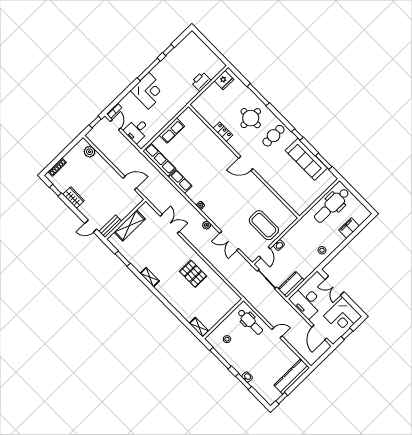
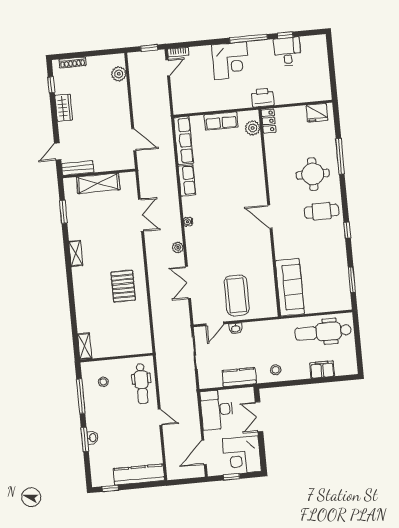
printer: (201, 81) -> (263, 98), moved
plant: (194, 120) -> (253, 128), added
desk: (137, 130) -> (287, 52), moved, turned 90
locker: (223, 132) -> (269, 121), moved
sofa: (306, 159) -> (290, 287), moved, turned 180
door: (91, 226) -> (58, 152), hinge flipped
kitchen counter: (291, 284) -> (239, 377), moved

